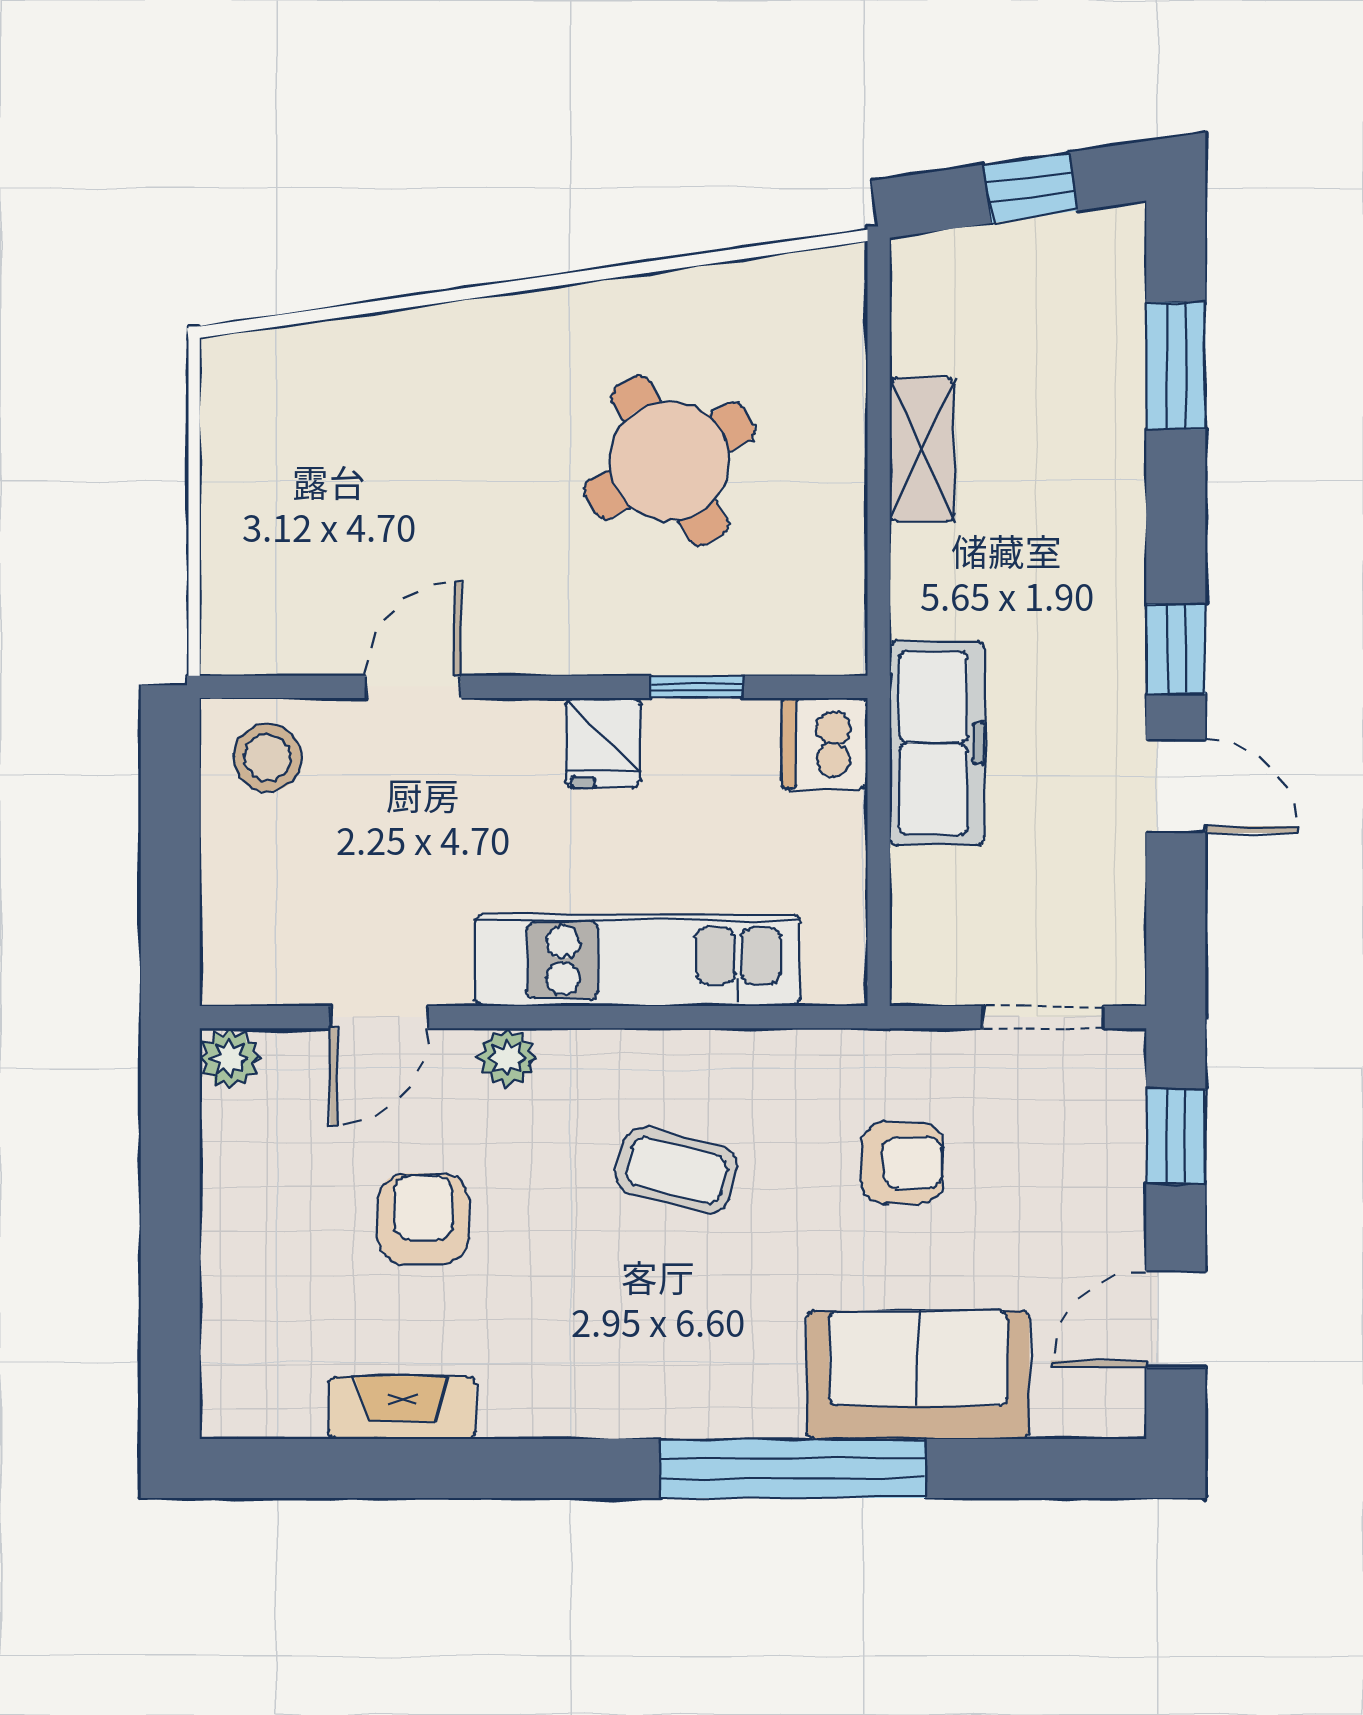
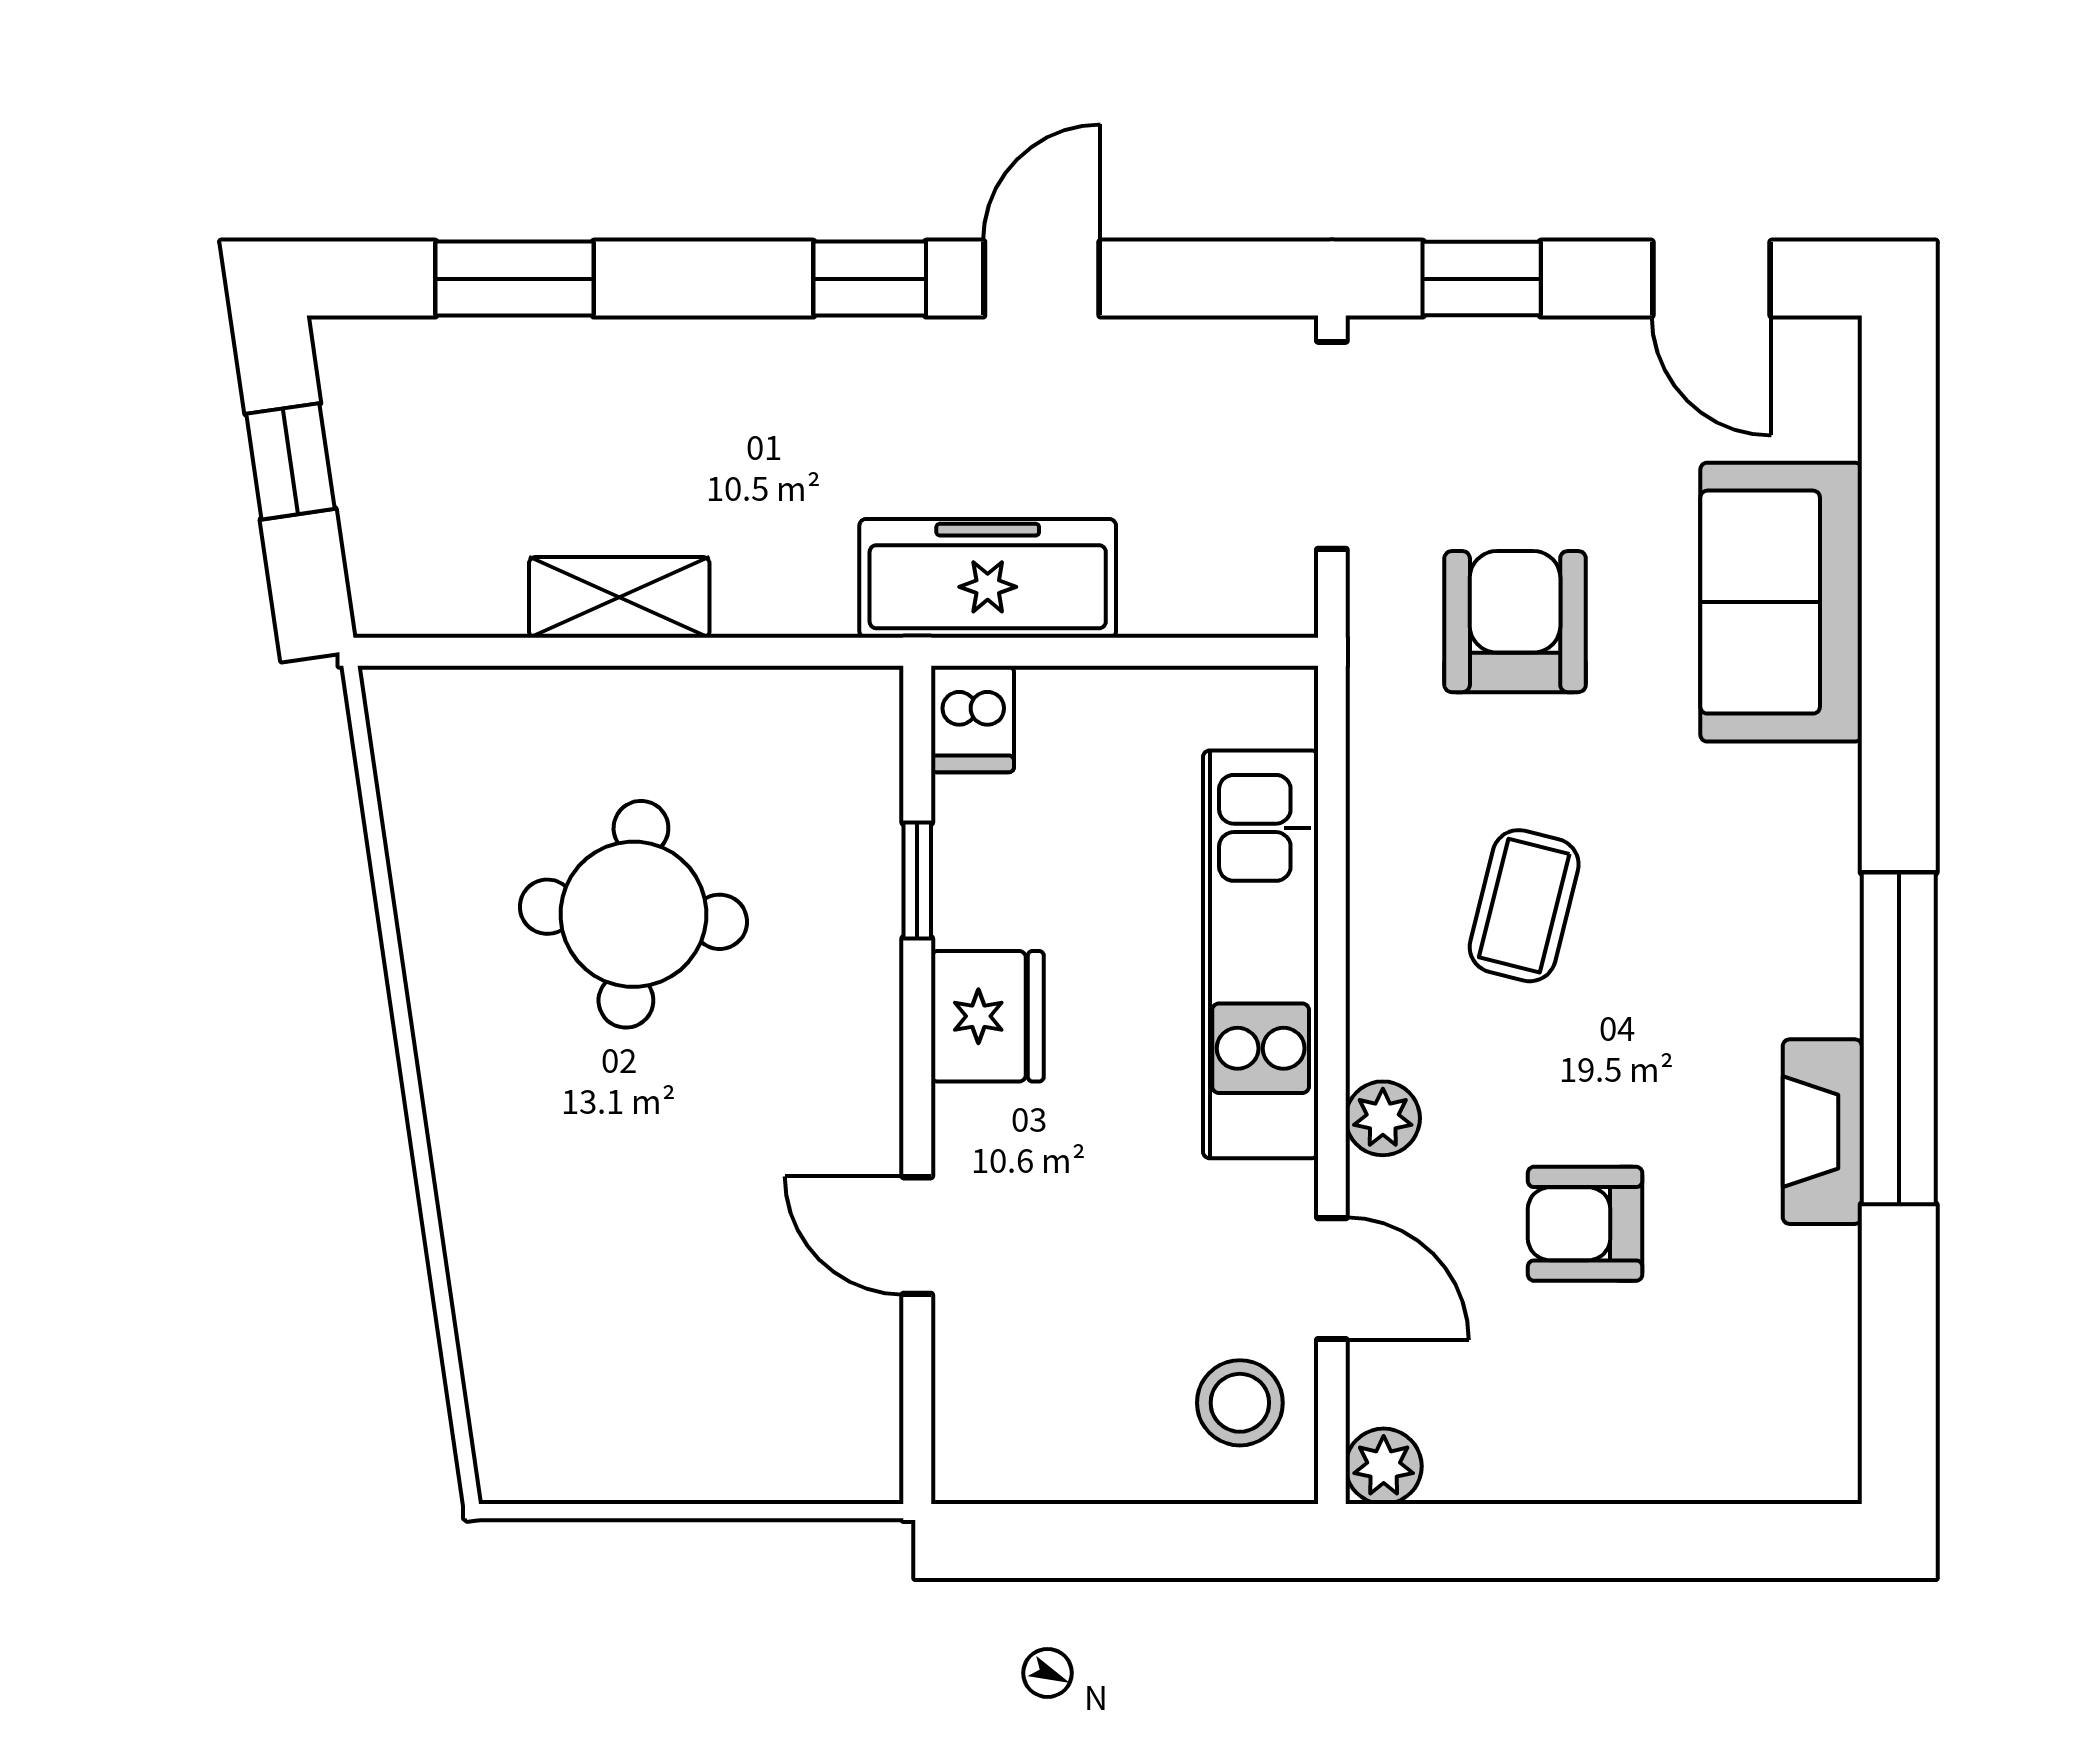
round table: (670, 461) -> (633, 914), turned 34
fridge: (603, 743) -> (987, 1016), width x1.38
dishwasher: (825, 743) -> (972, 719), width x0.73
stool: (268, 758) -> (1240, 1403), moved
doorway: (1043, 1017) -> (1332, 445), width x1.38
armchair: (903, 1163) -> (1515, 622), width x1.38, depth x1.38
fireplace: (402, 1408) -> (1822, 1132), moved
window: (793, 1468) -> (1899, 1038), moved

